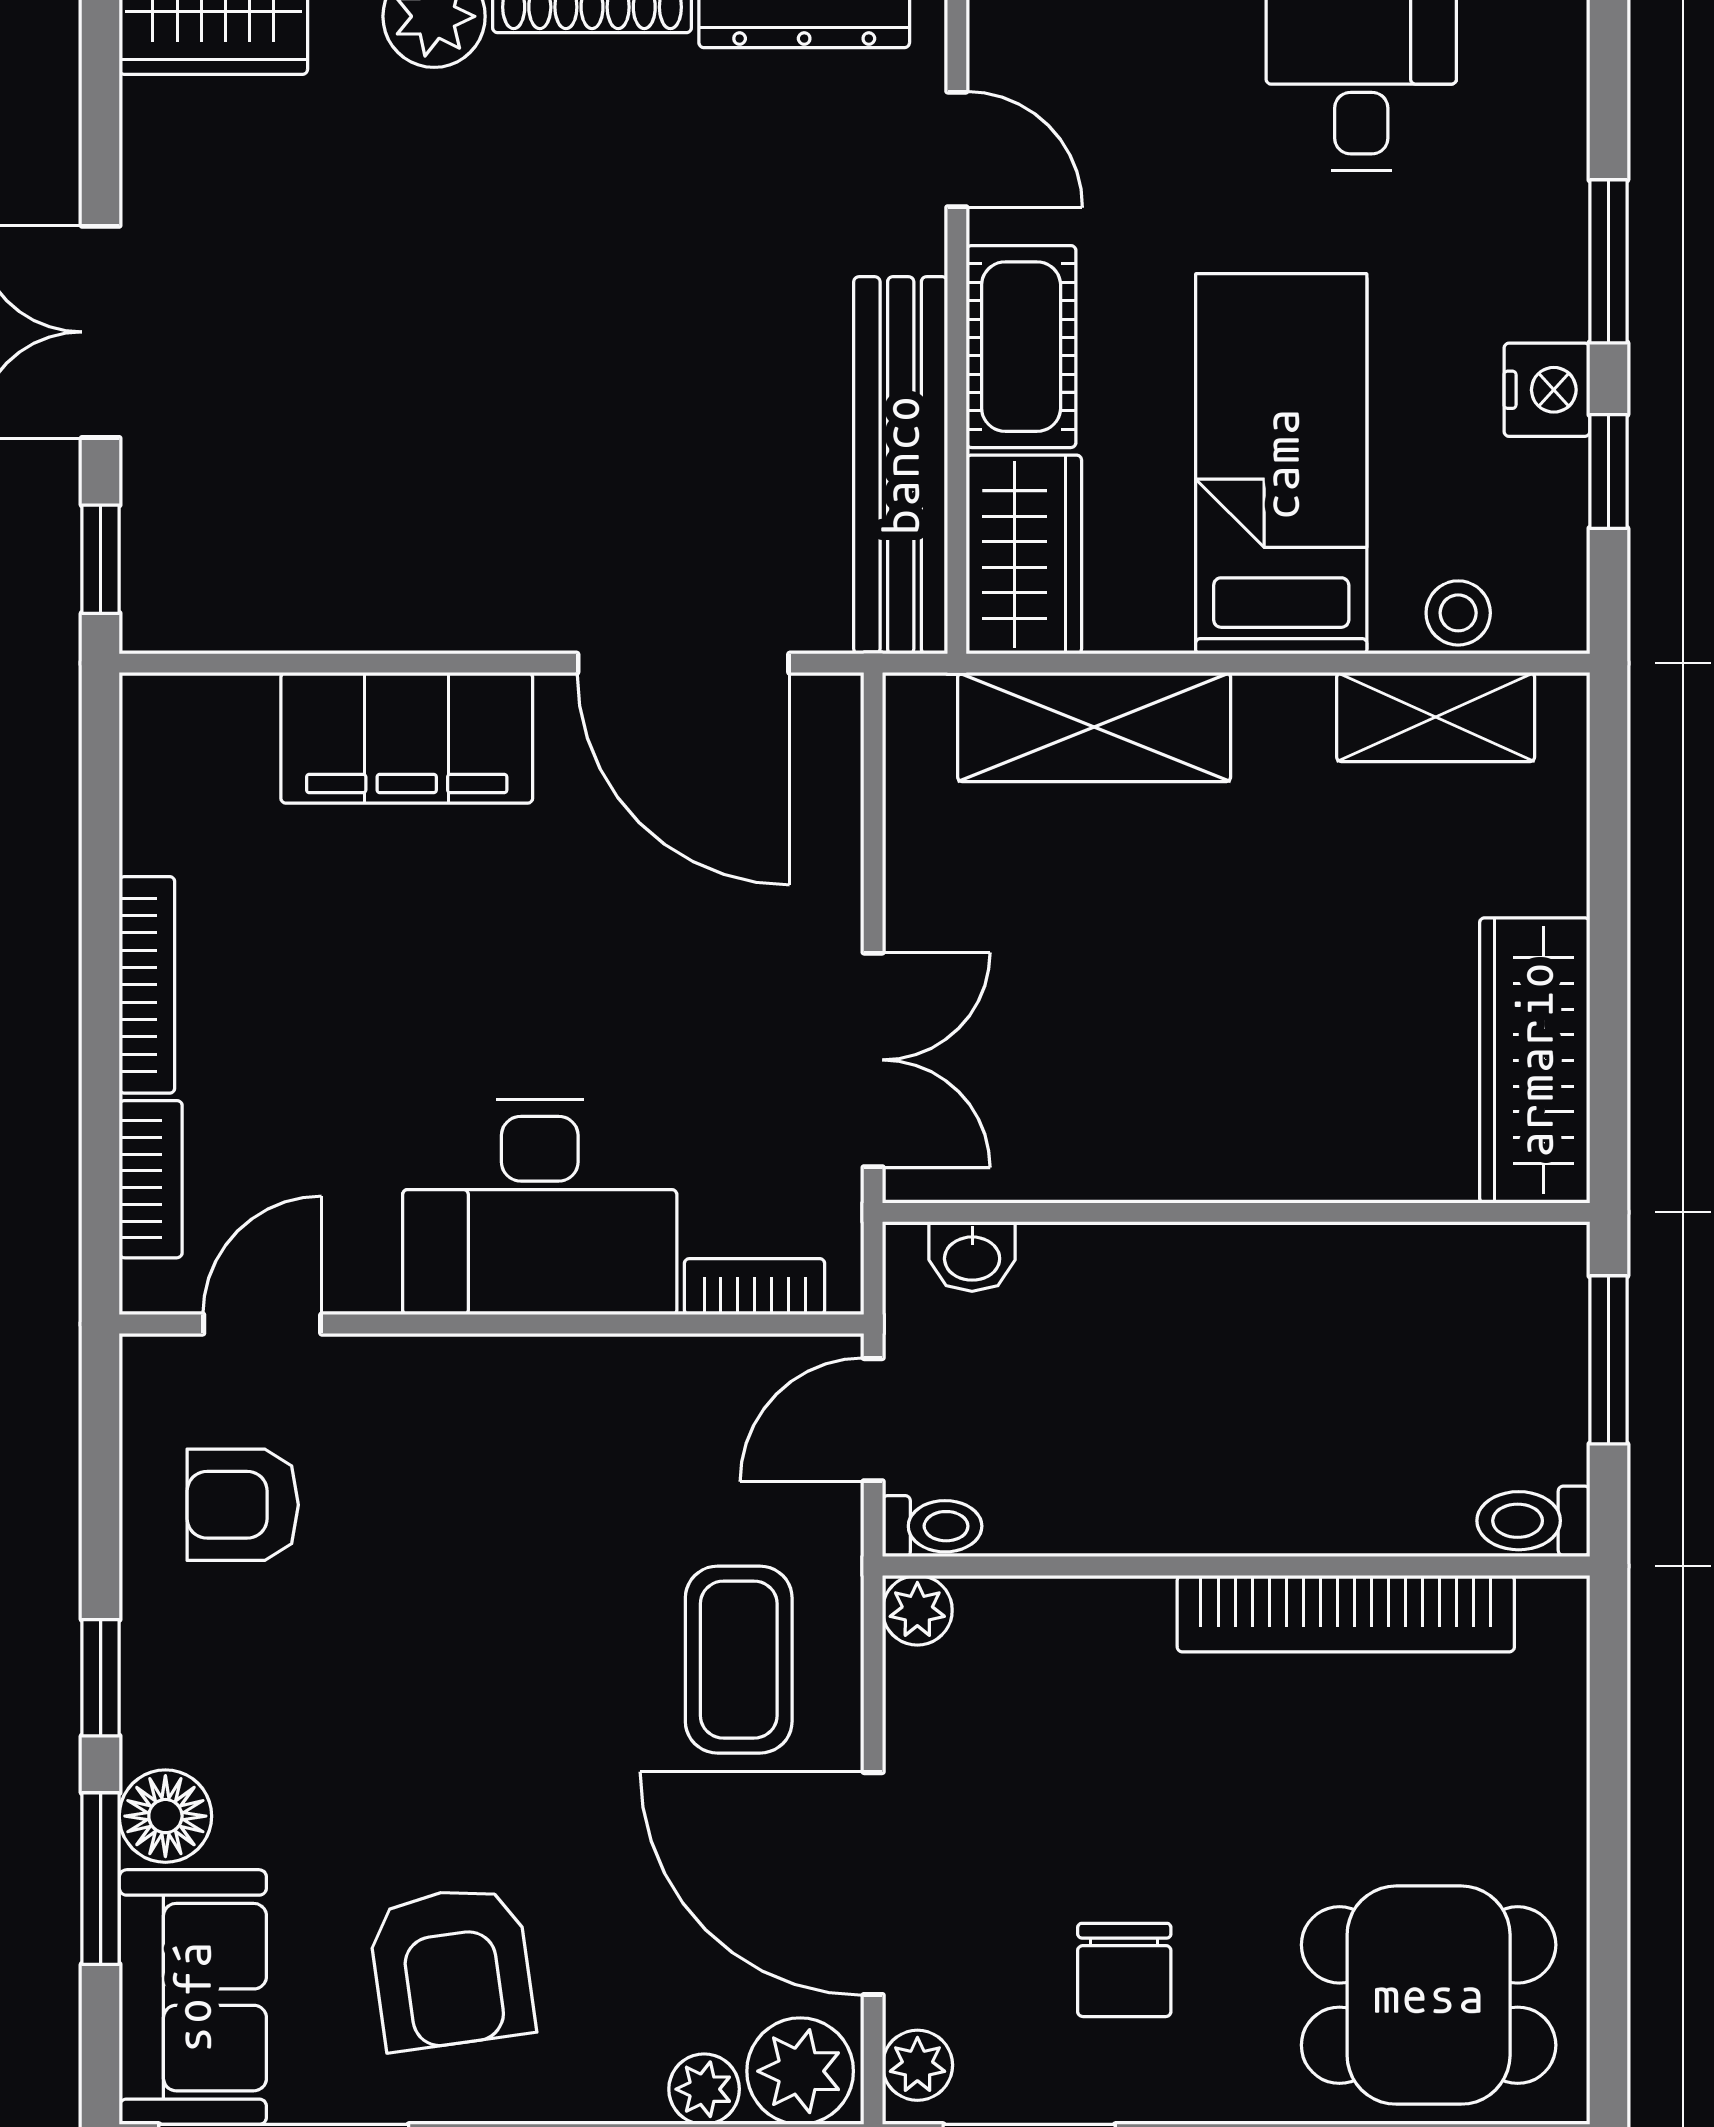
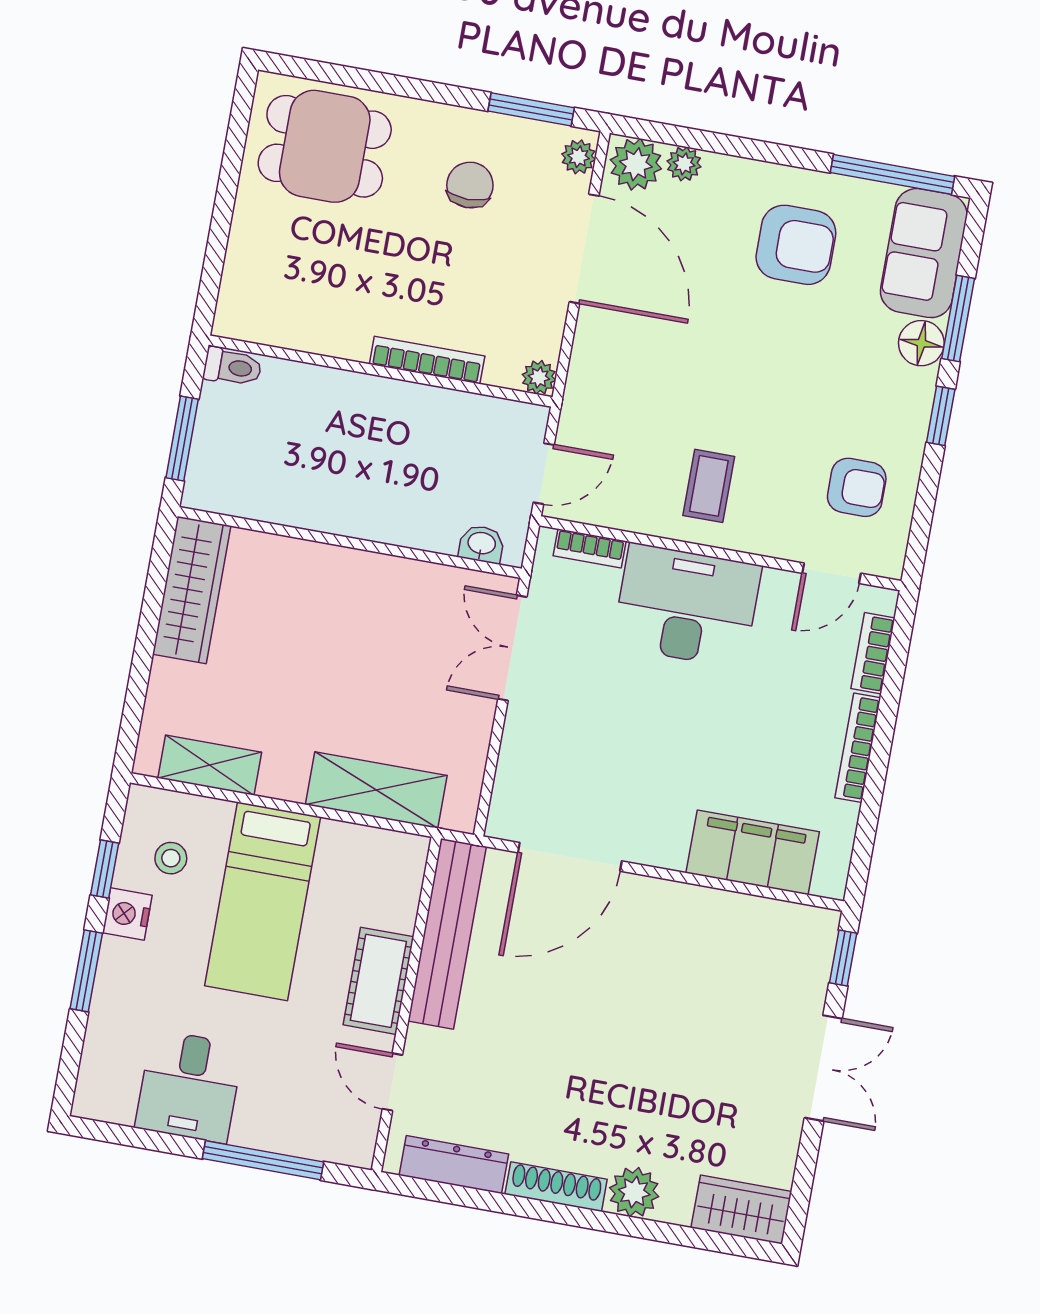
wardrobe: (1024, 554) -> (395, 880), removed
stool: (1458, 613) -> (171, 858), moved
door: (683, 663) -> (570, 857), swing flipped
filing cabinet: (407, 738) -> (753, 852), moved
toilet: (932, 1526) -> (524, 417), removed
bookcase: (1346, 1614) -> (427, 360), moved, width x0.68, depth x0.76
coffee table: (739, 1660) -> (709, 486), moved, width x0.73, depth x0.77
armchair: (451, 1968) -> (796, 245), turned 98

